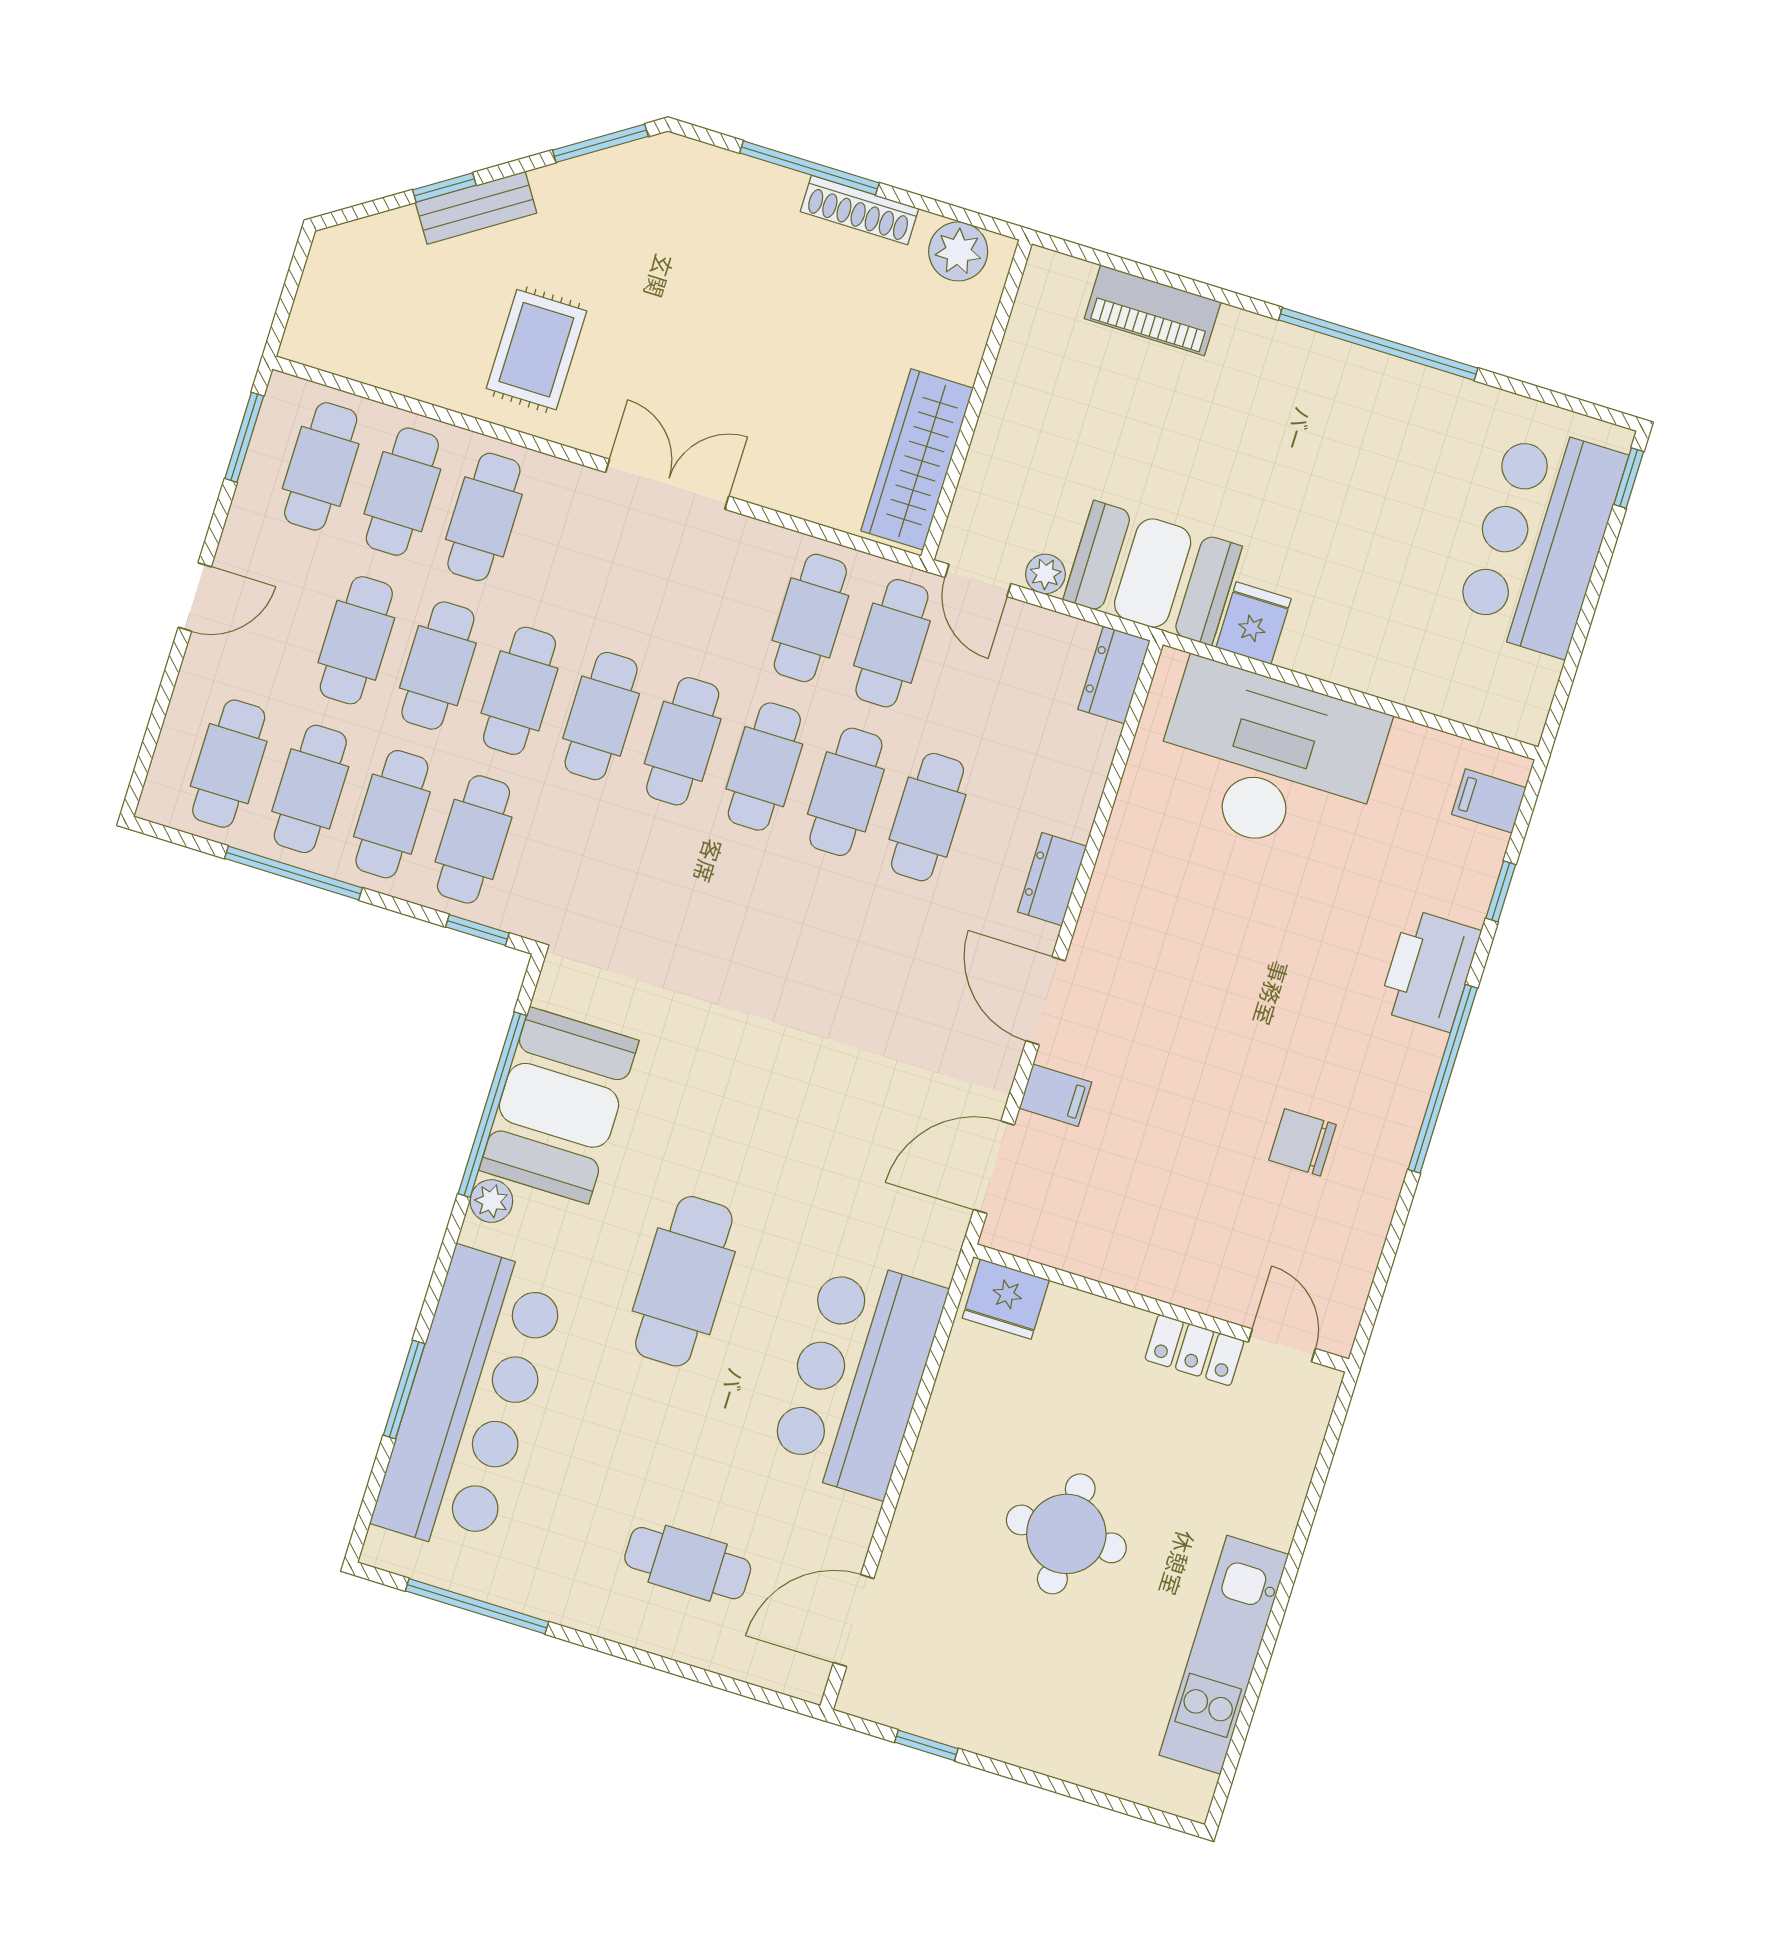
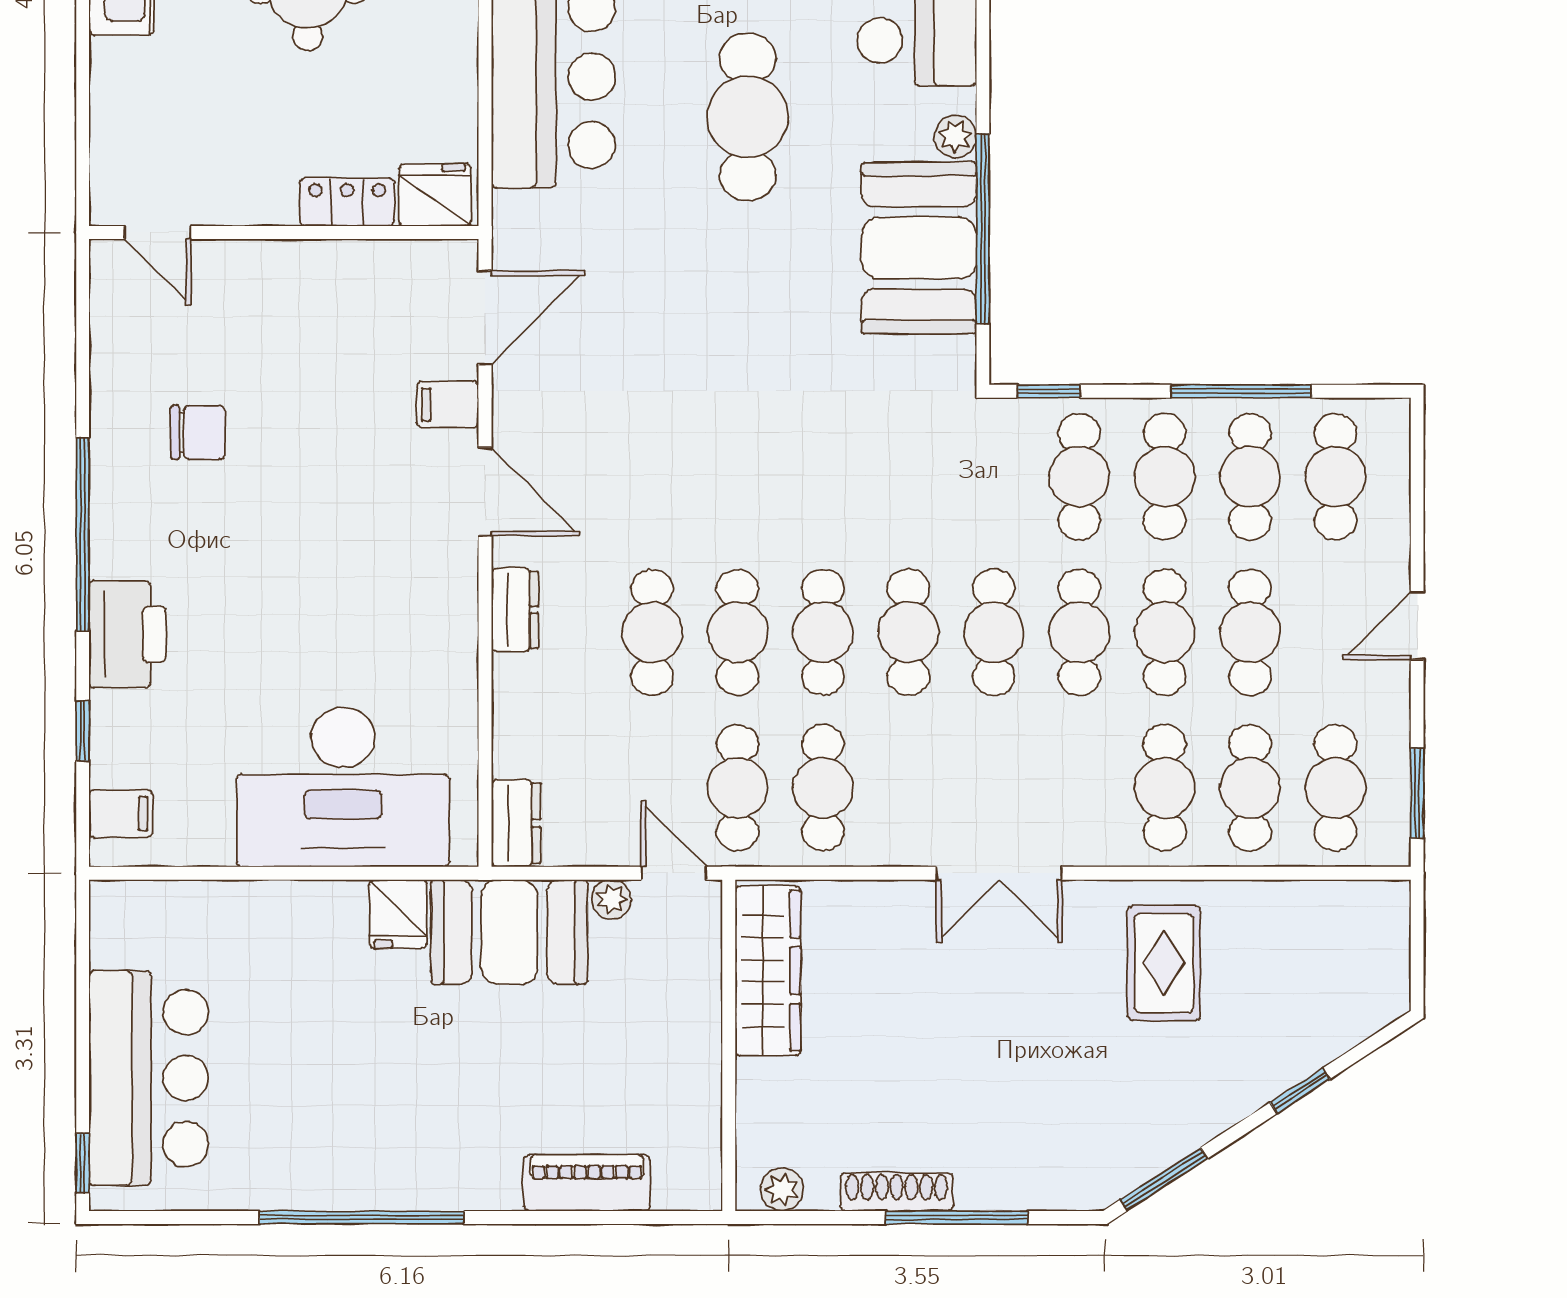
bench: (476, 208) -> (1264, 1081), removed
plant: (958, 251) -> (782, 1190), width x0.73, depth x0.73
locker: (1194, 1350) -> (347, 202), moved

